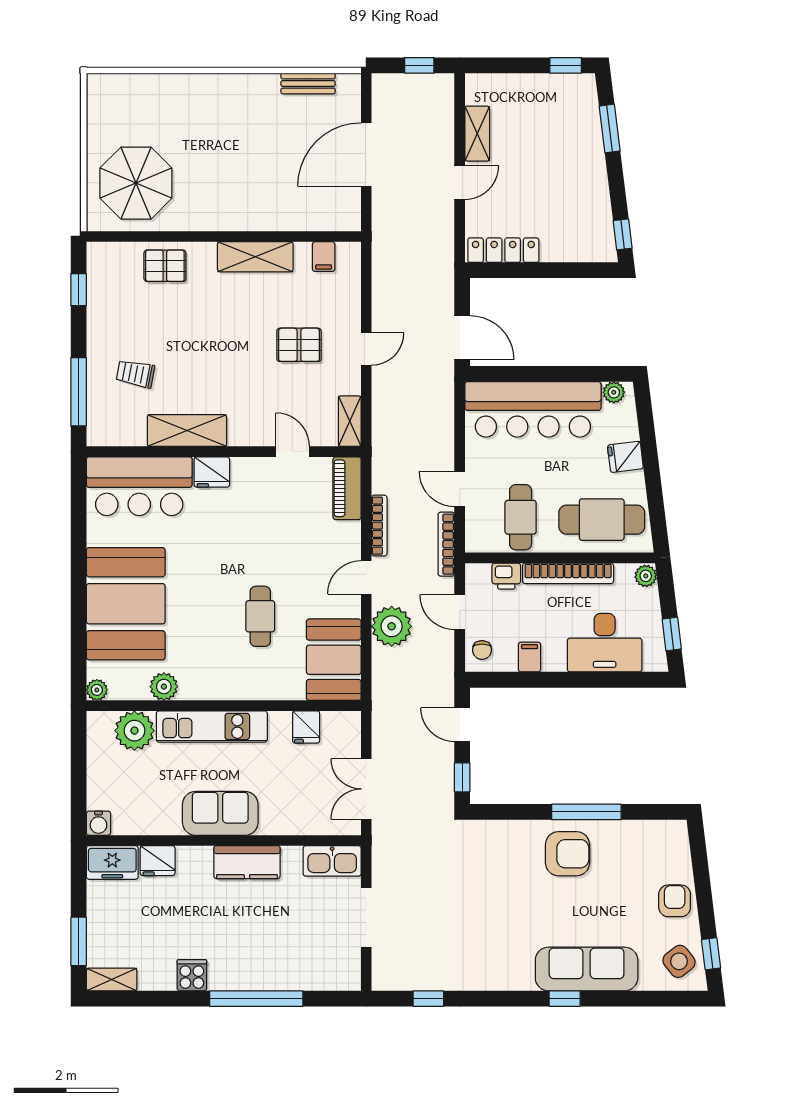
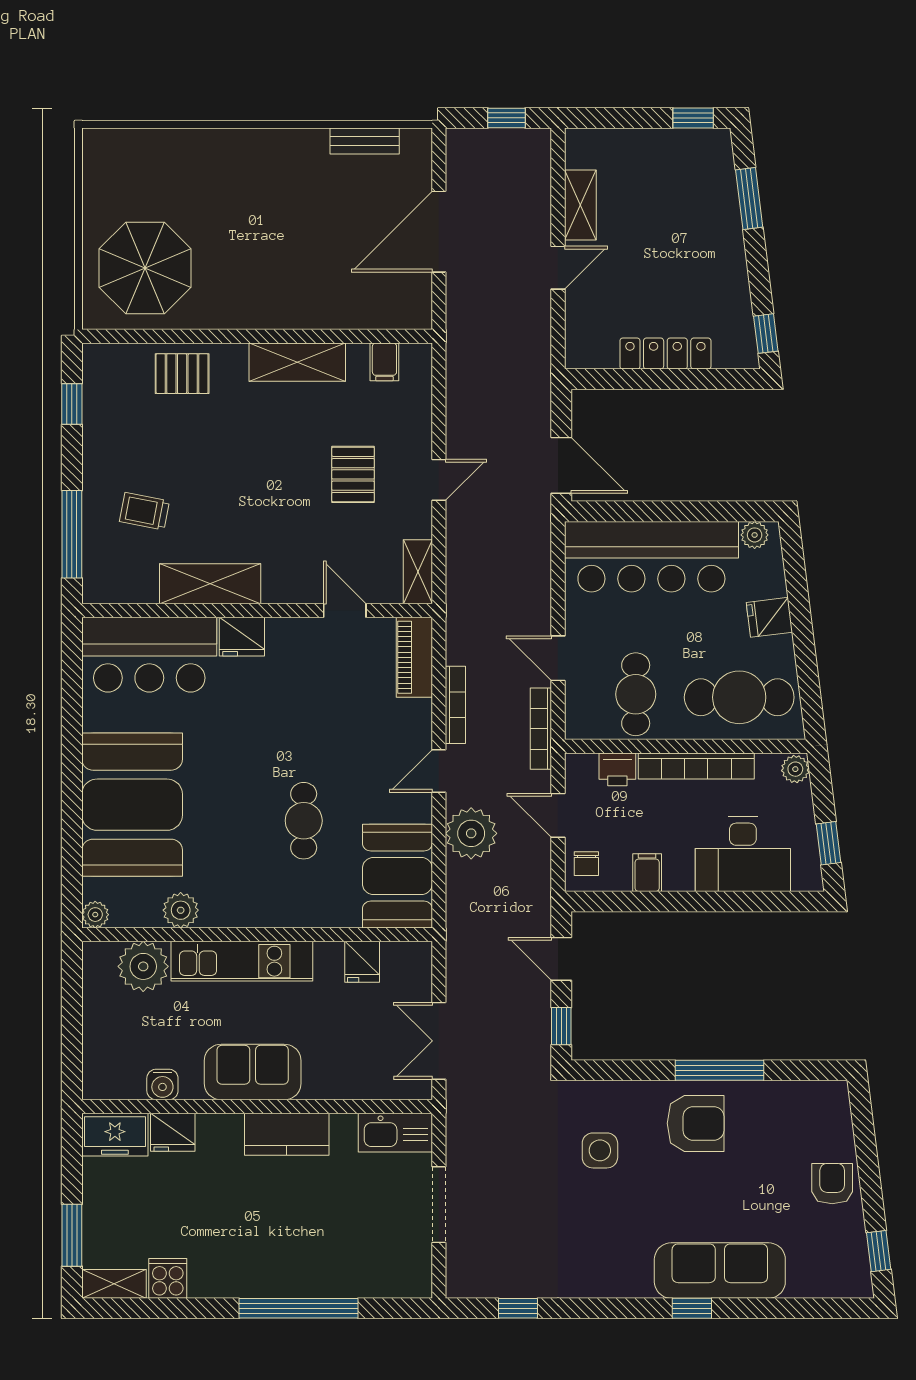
locker: (503, 250) -> (665, 354), moved
pallet: (299, 345) -> (353, 474), turned 90
water cooler: (98, 823) -> (162, 1084), moved
side table: (679, 961) -> (600, 1150), moved, turned 38
cooker: (192, 975) -> (168, 1278), moved

